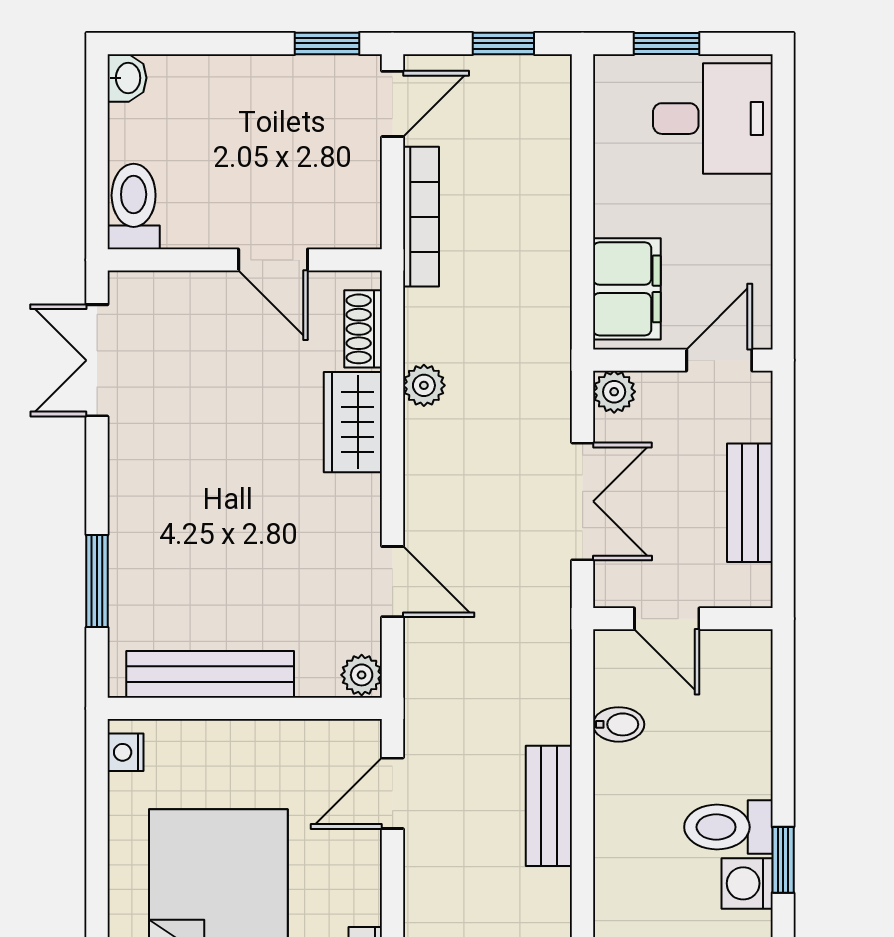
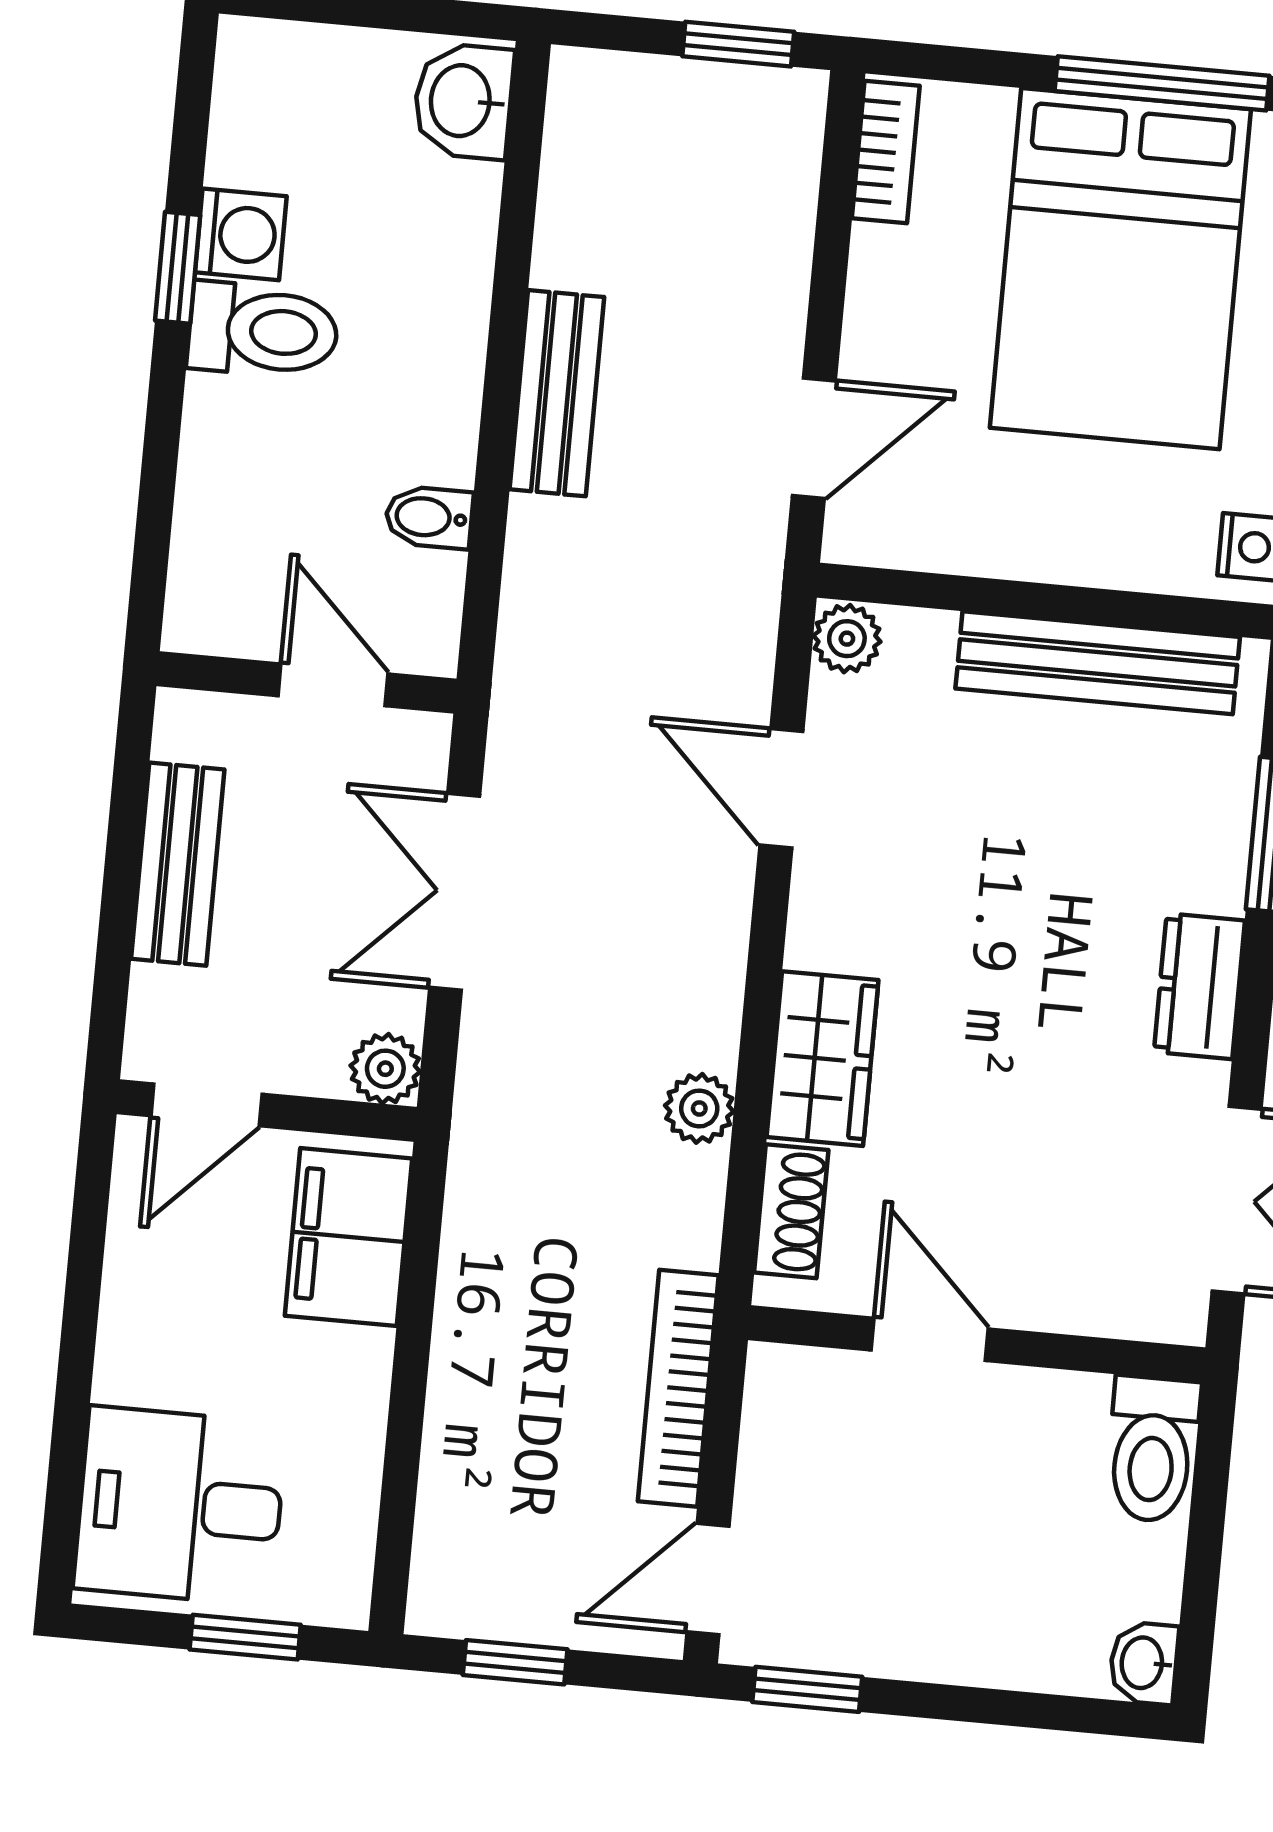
dresser: (131, 486) -> (1199, 986), added

